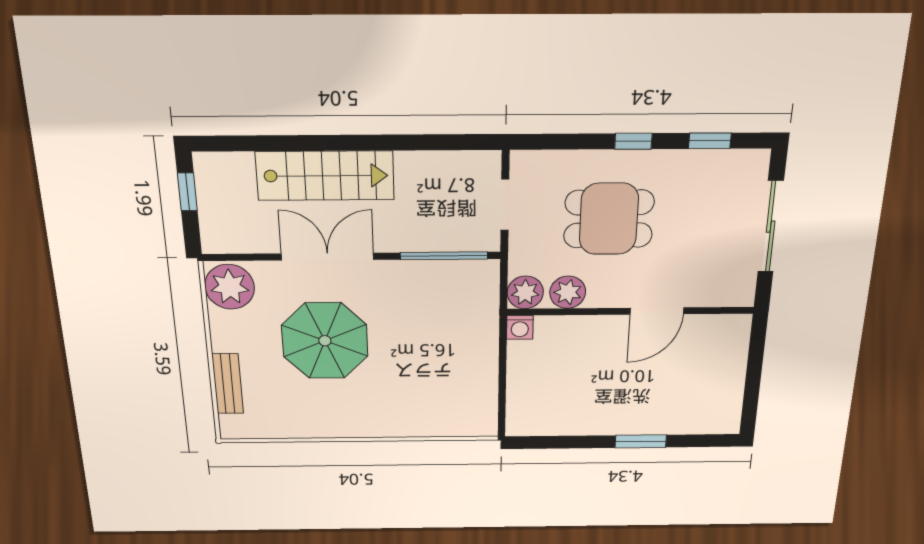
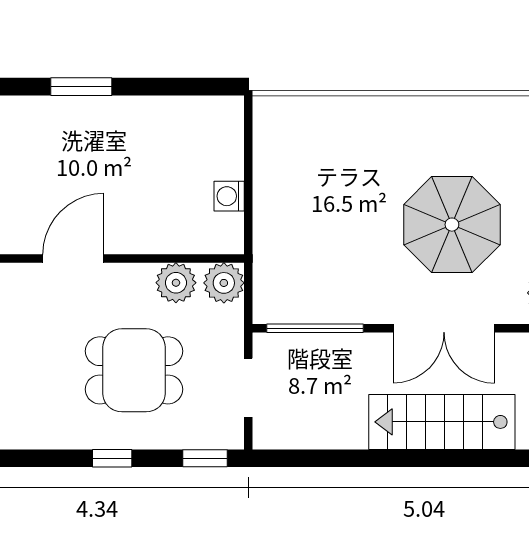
window: (710, 141) -> (205, 458), moved
washing machine: (520, 327) -> (229, 196), moved, turned -90

